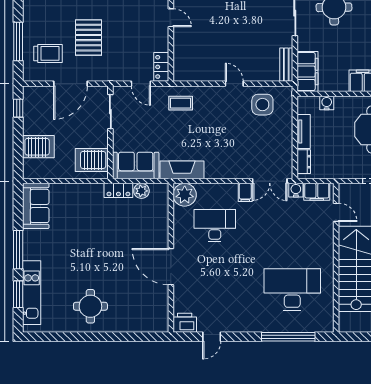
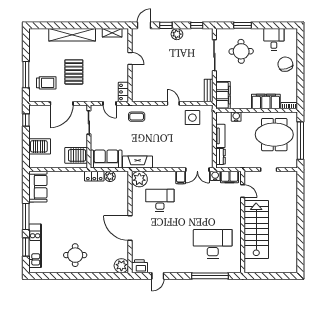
plant: (158, 322) -> (121, 266), added

